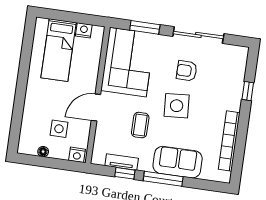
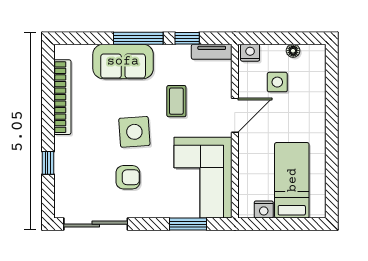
sliding door: (198, 35) -> (96, 224), moved
tv unit: (122, 162) -> (212, 52), moved

